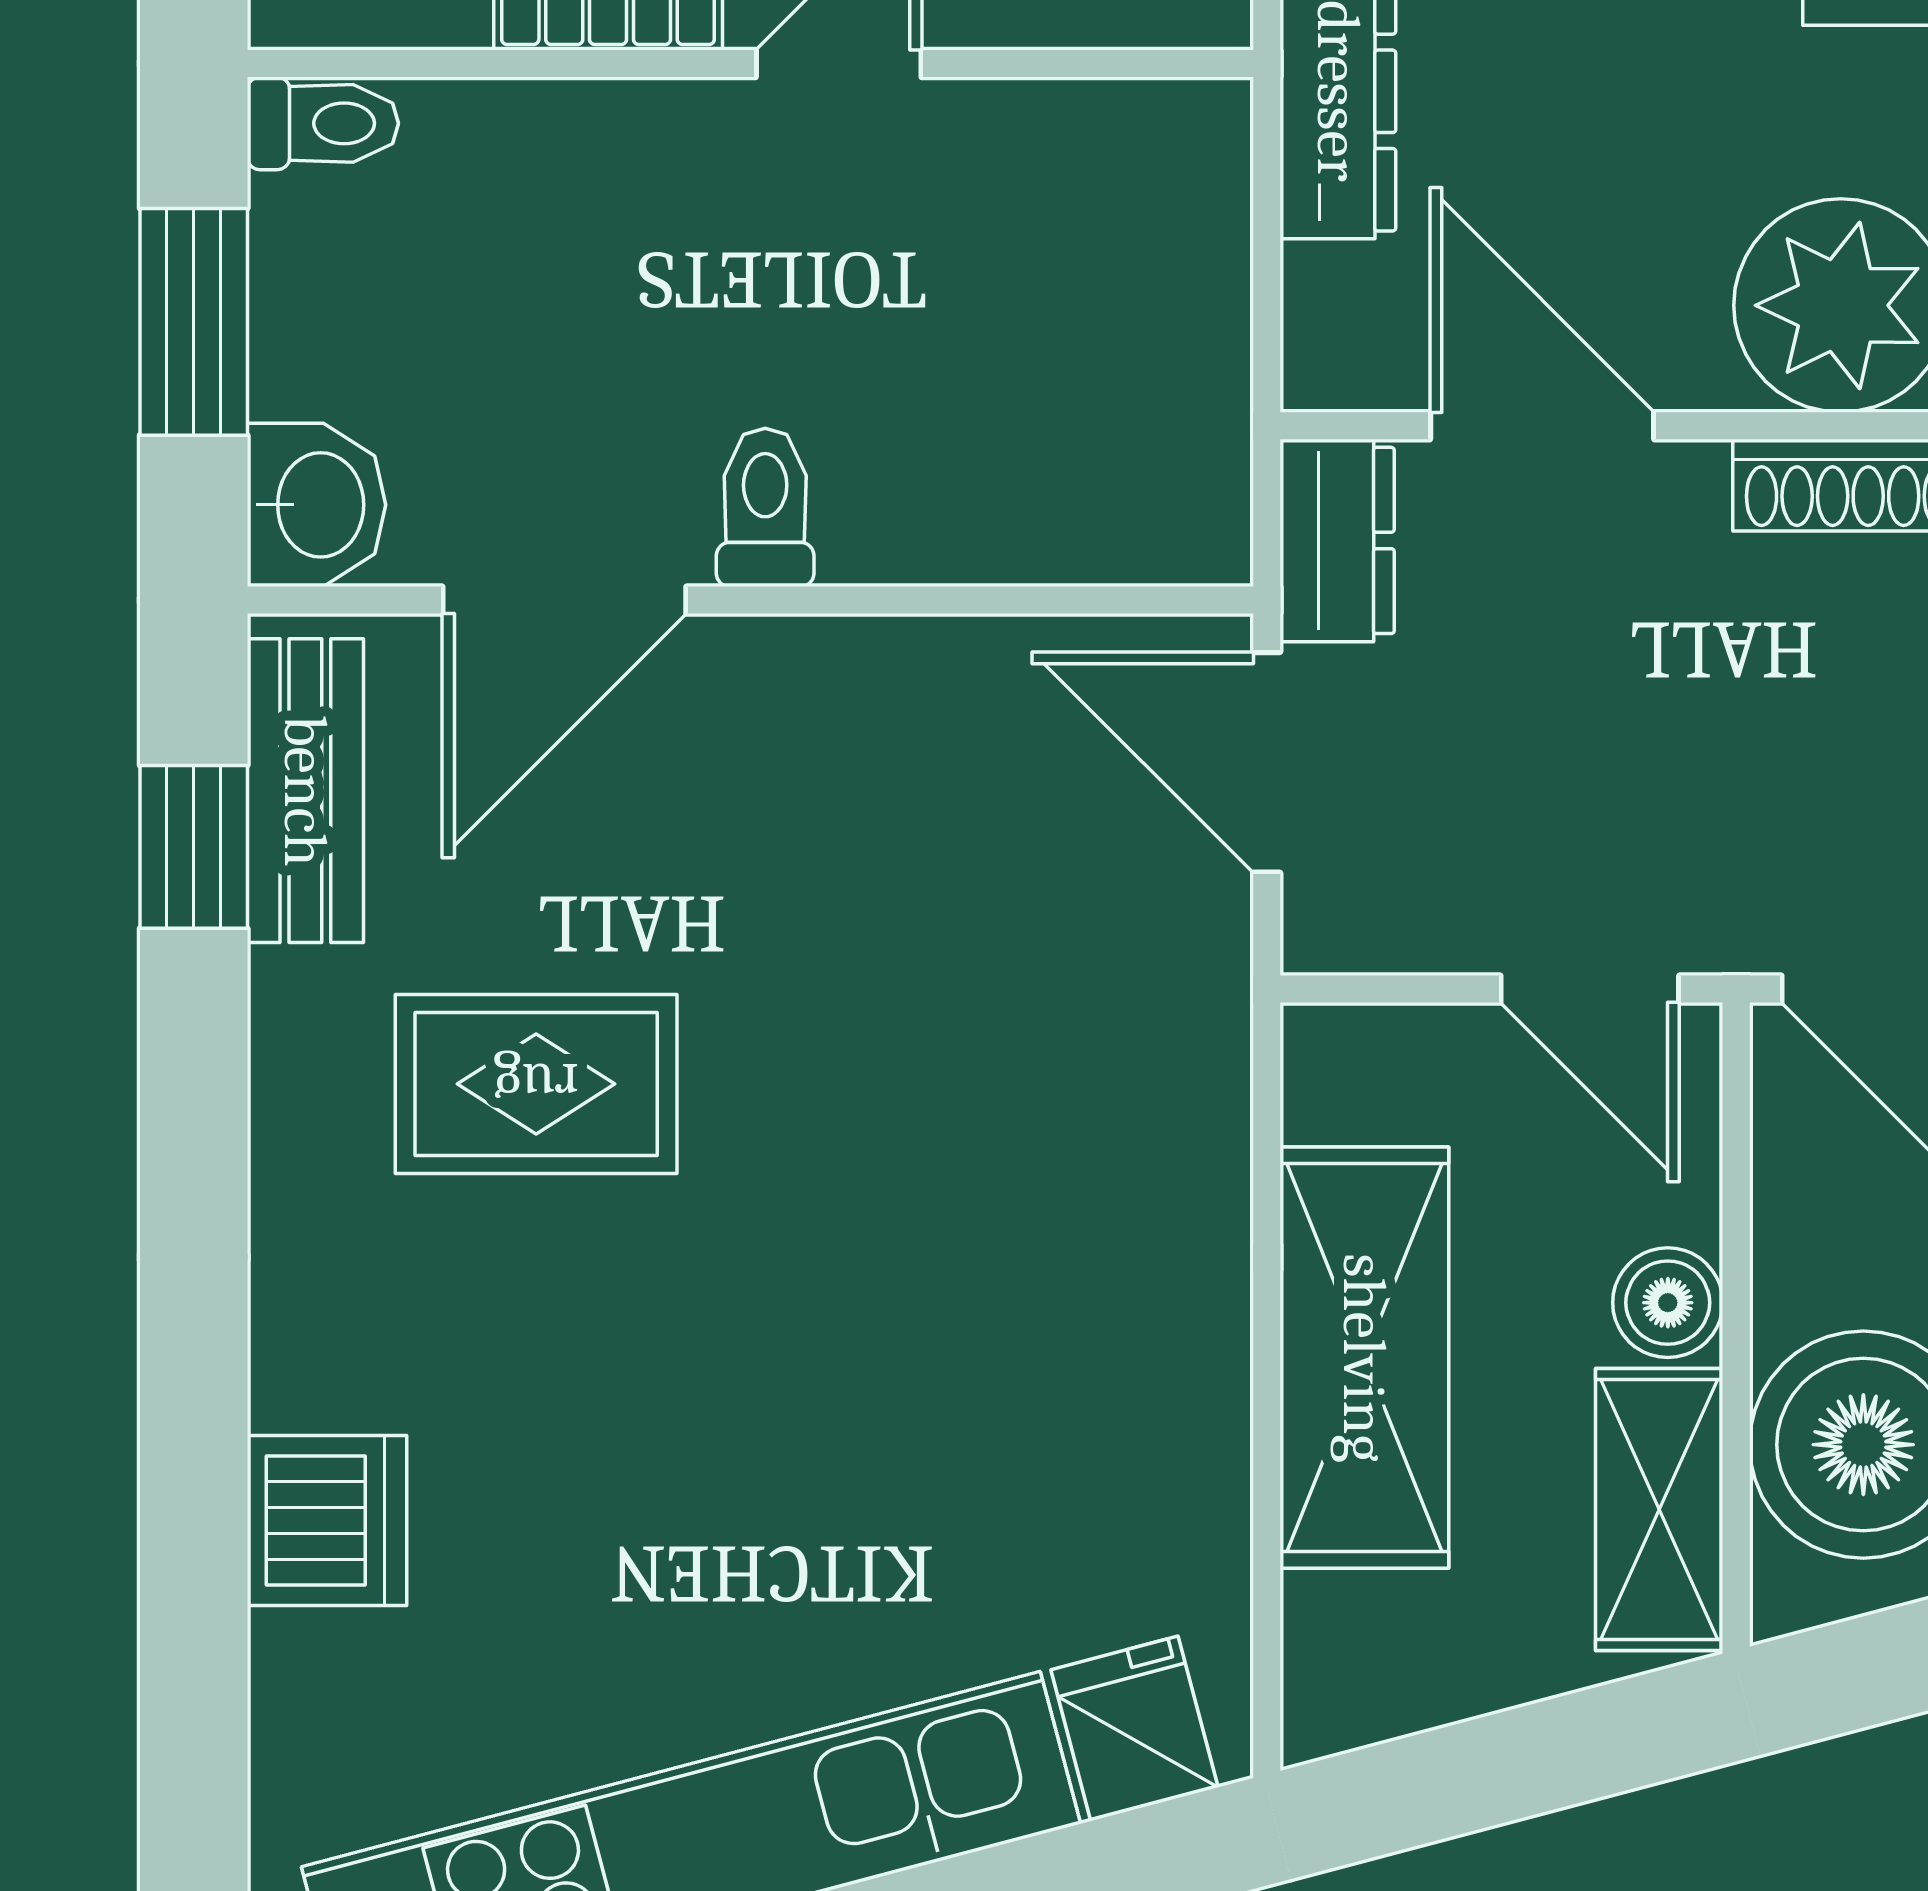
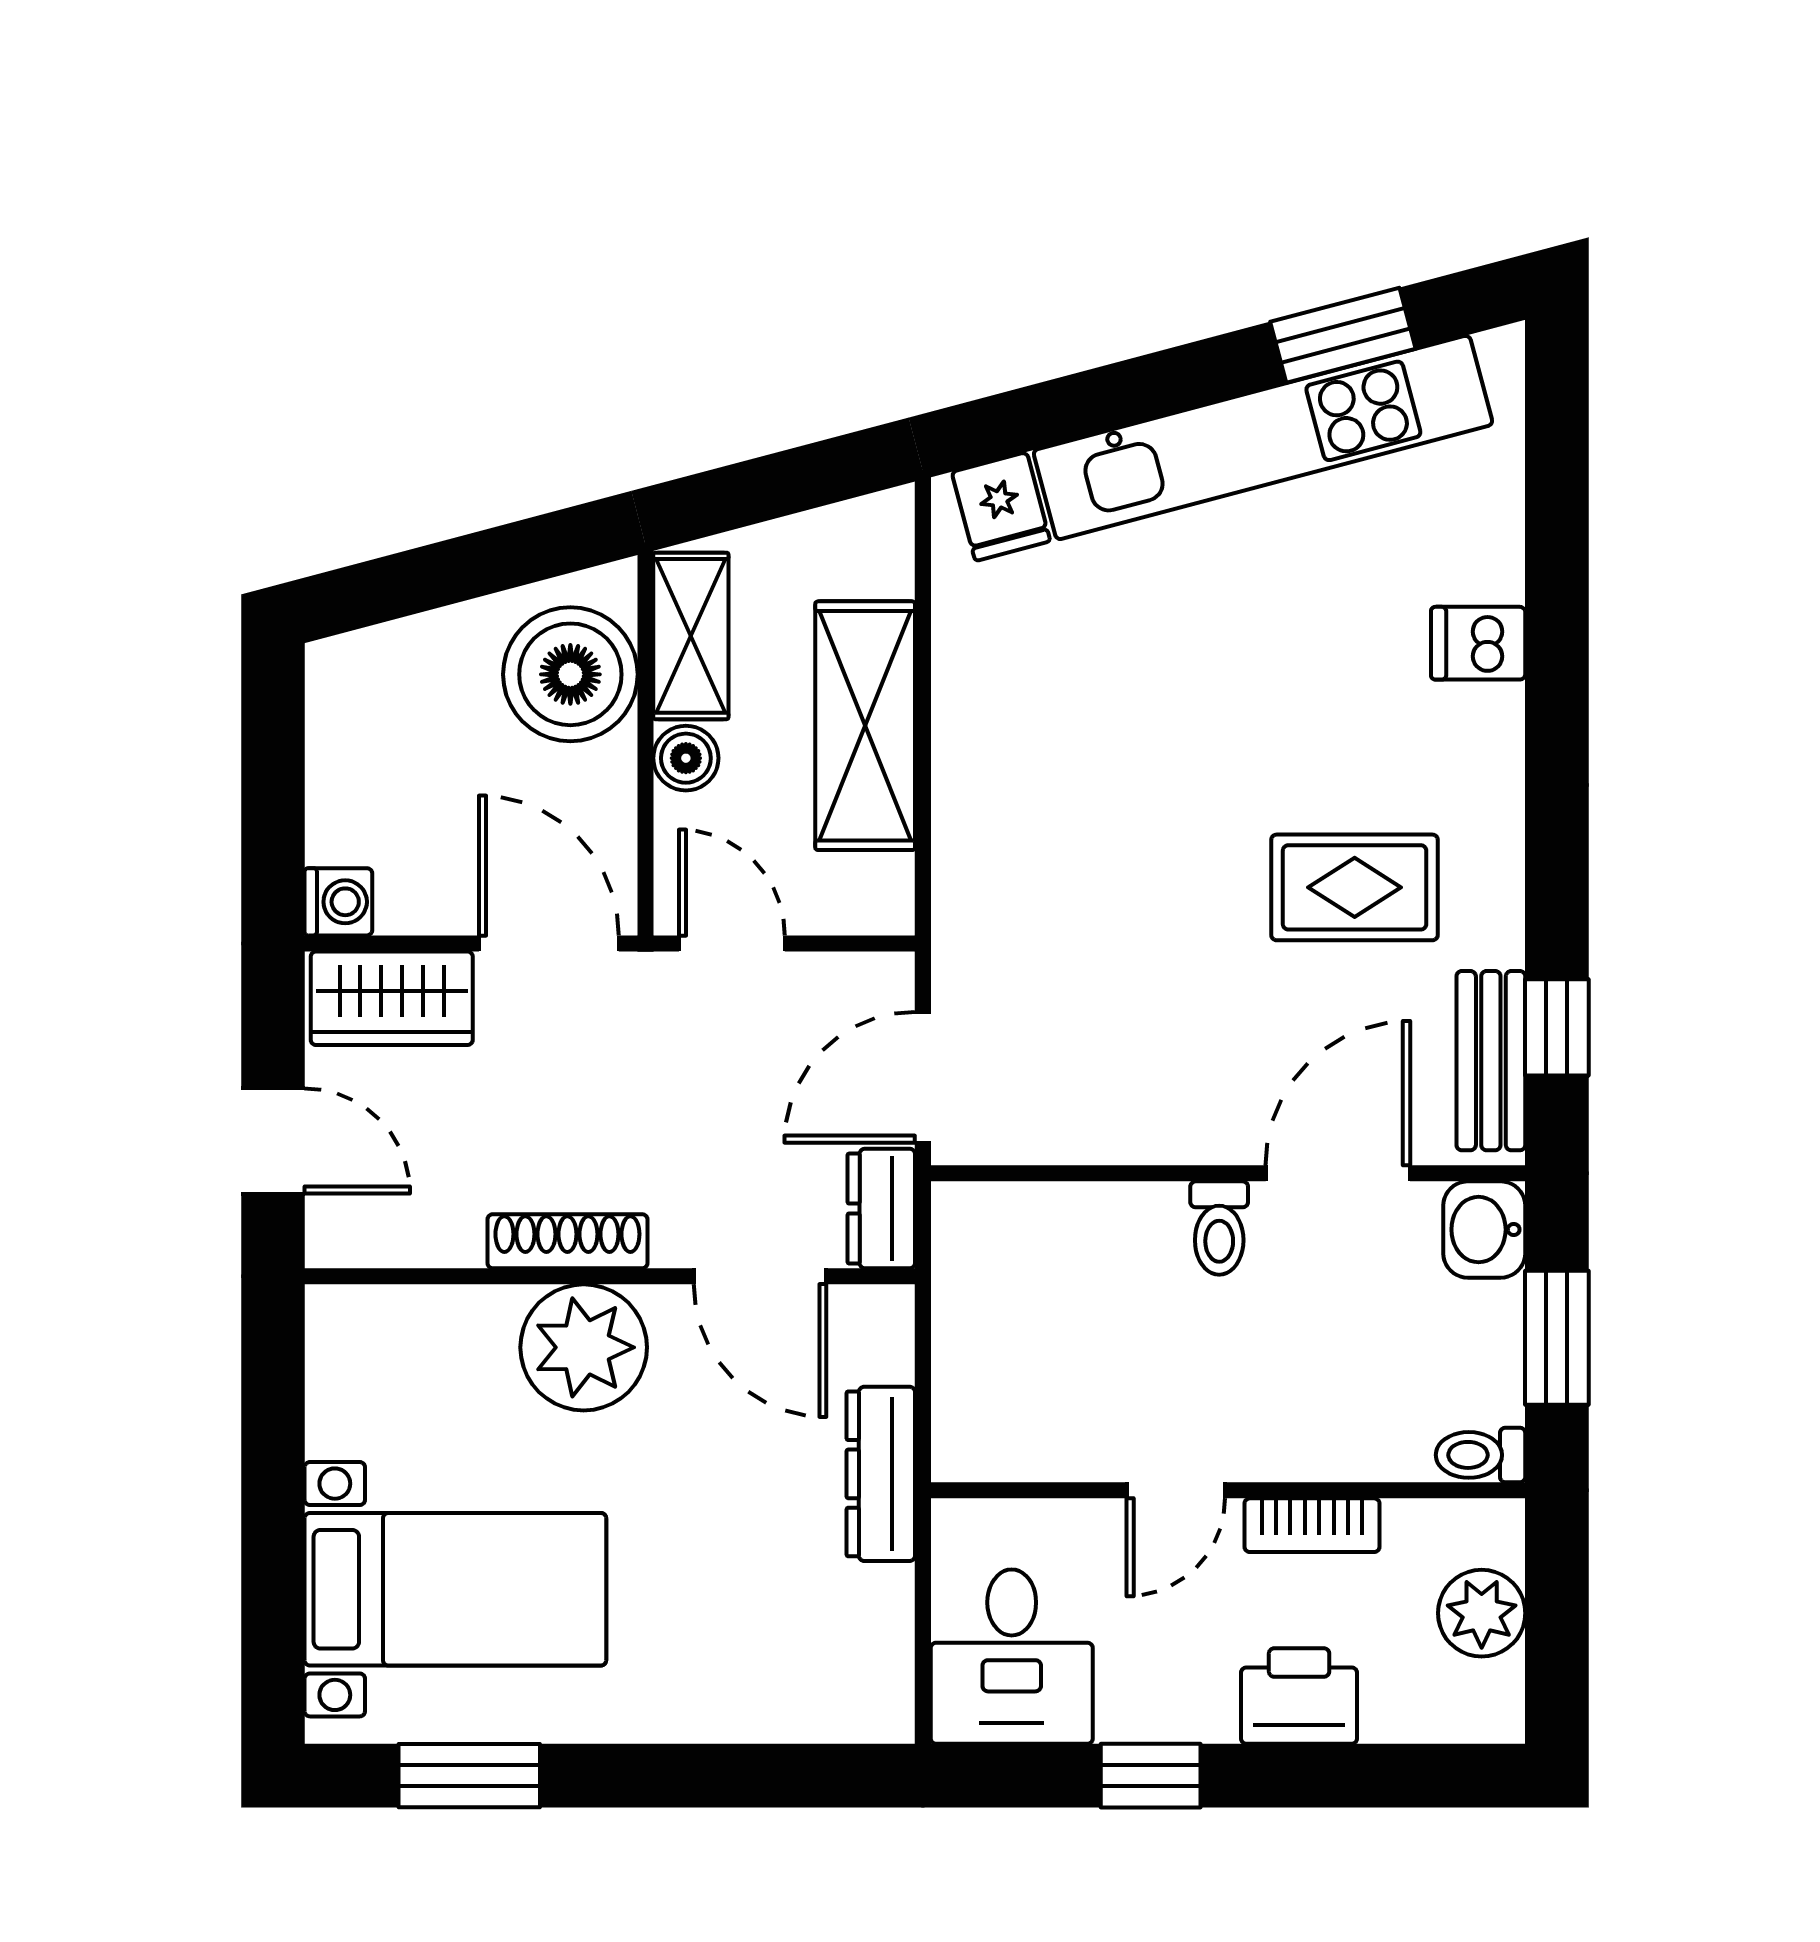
door: (1267, 762) -> (923, 1077), swing flipped
dishwasher: (327, 1521) -> (1478, 643), width x0.73

